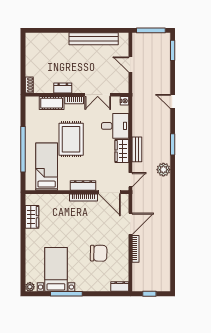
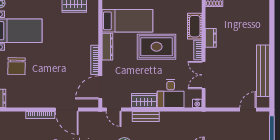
door: (130, 65) -> (248, 110), moved
dresser: (83, 185) -> (107, 47), moved
chair: (99, 253) -> (17, 66), moved

